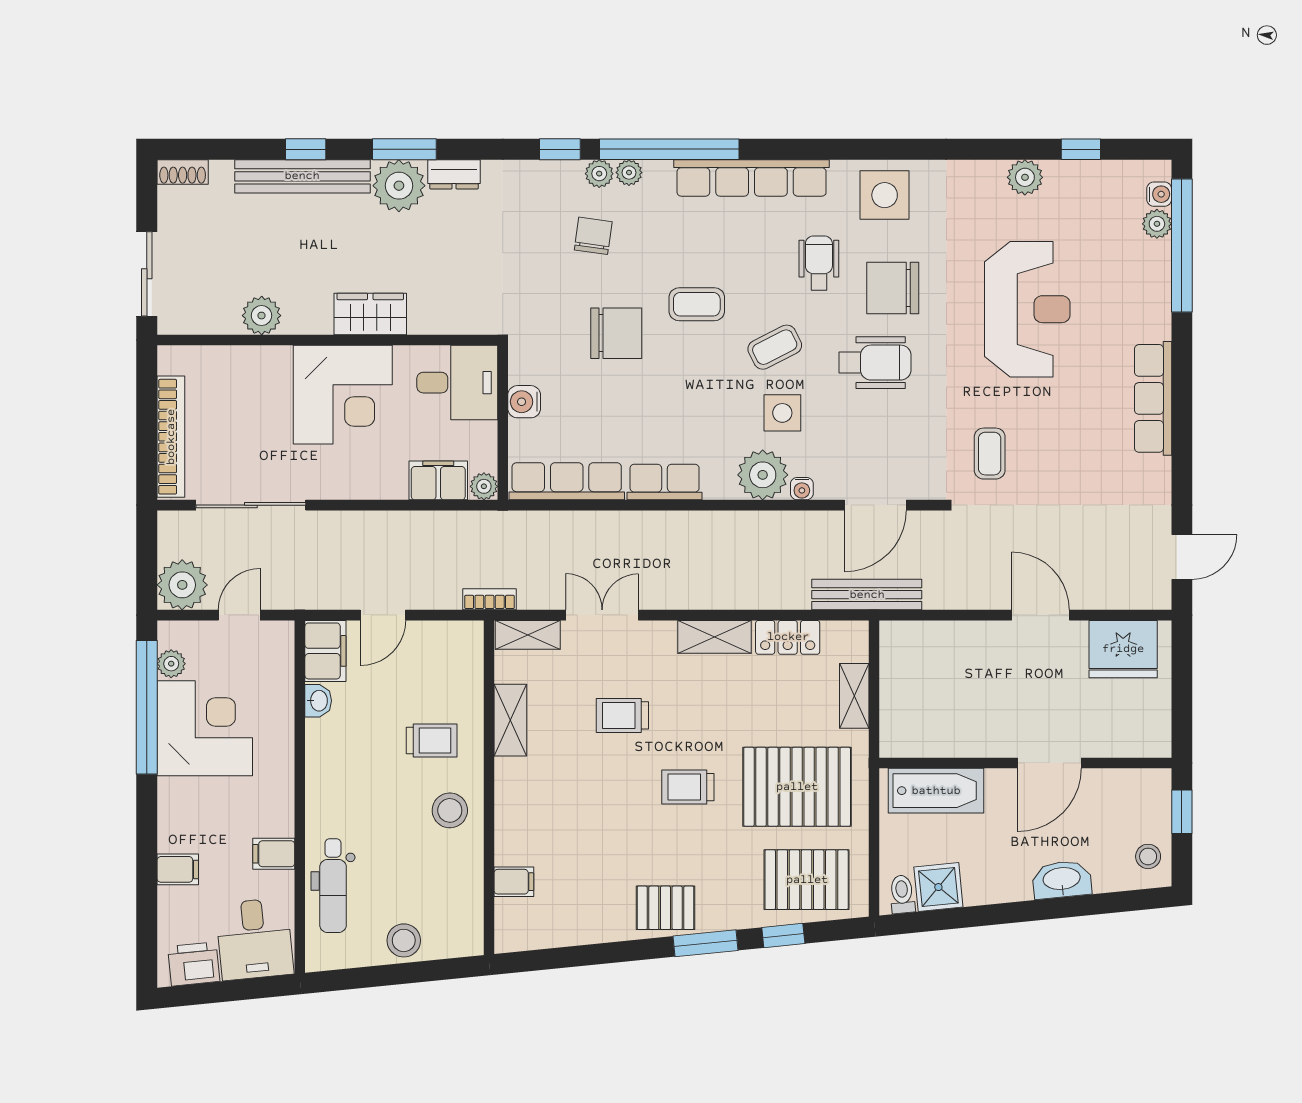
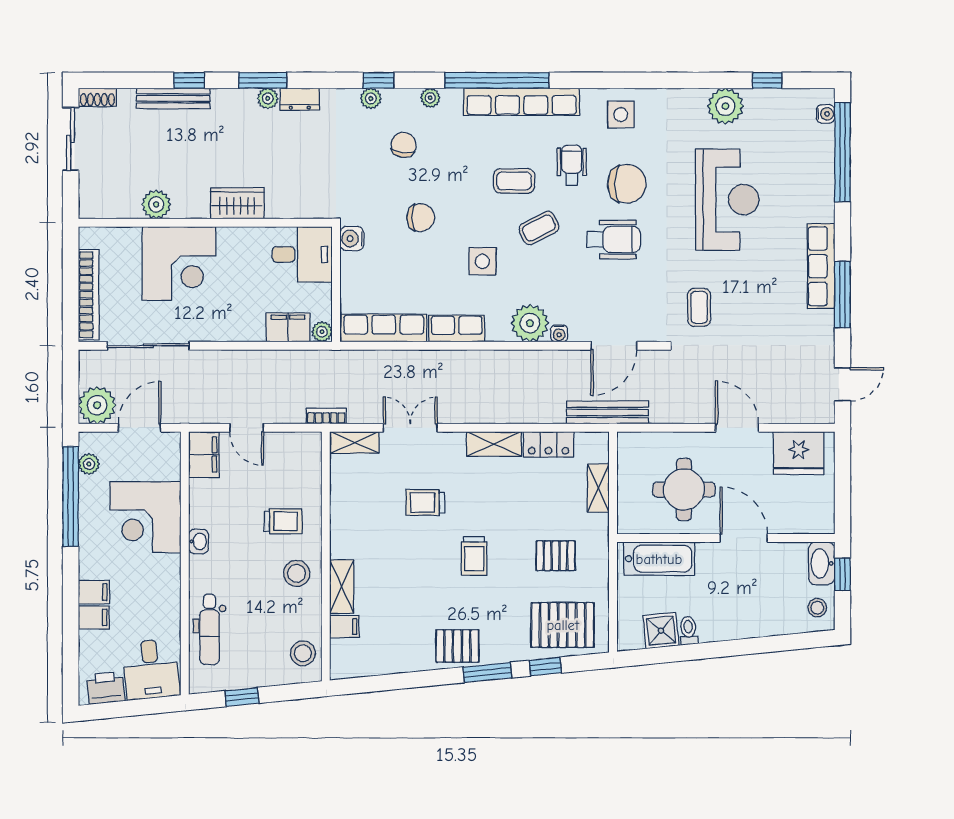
window: (669, 149) -> (497, 80), moved
plant: (599, 174) -> (371, 99), moved
bench: (302, 176) -> (173, 98), width x0.73, depth x0.82
plant: (1025, 177) -> (725, 106), width x1.36, depth x1.36
plant: (399, 186) -> (268, 98), width x0.53, depth x0.53
side table: (885, 195) -> (621, 115), width x0.73, depth x0.73
plant: (1157, 224) -> (824, 136), removed
sliding door: (147, 274) -> (71, 139), moved
chair: (893, 288) -> (627, 184), turned 180
coffee table: (697, 304) -> (514, 181), moved
chair: (616, 333) -> (421, 218), width x0.73, depth x0.73
corner desk: (343, 395) -> (179, 263), moved
water cooler: (524, 402) -> (352, 239), moved
side table: (782, 413) -> (482, 261), moved
window: (1182, 436) -> (842, 294), added
door: (239, 615) -> (140, 428), width x1.38
door: (383, 615) -> (247, 428), hinge flipped
round table: (969, 698) -> (684, 490), added
washbasin: (318, 701) -> (198, 541), moved
shelving: (510, 720) -> (342, 587), moved
corner desk: (205, 728) -> (145, 517), moved, turned 180
door: (1049, 763) -> (744, 538), swing flipped
trolley: (688, 787) -> (474, 556), turned -90
pallet: (797, 787) -> (556, 556), width x0.49, depth x0.50
filing cabinet: (274, 854) -> (94, 592), moved, turned 180
washbasin: (1062, 880) -> (822, 563), moved, turned -84
toilet: (902, 894) -> (689, 630), moved
stool: (404, 940) -> (303, 653), moved
window: (376, 976) -> (242, 697), added

